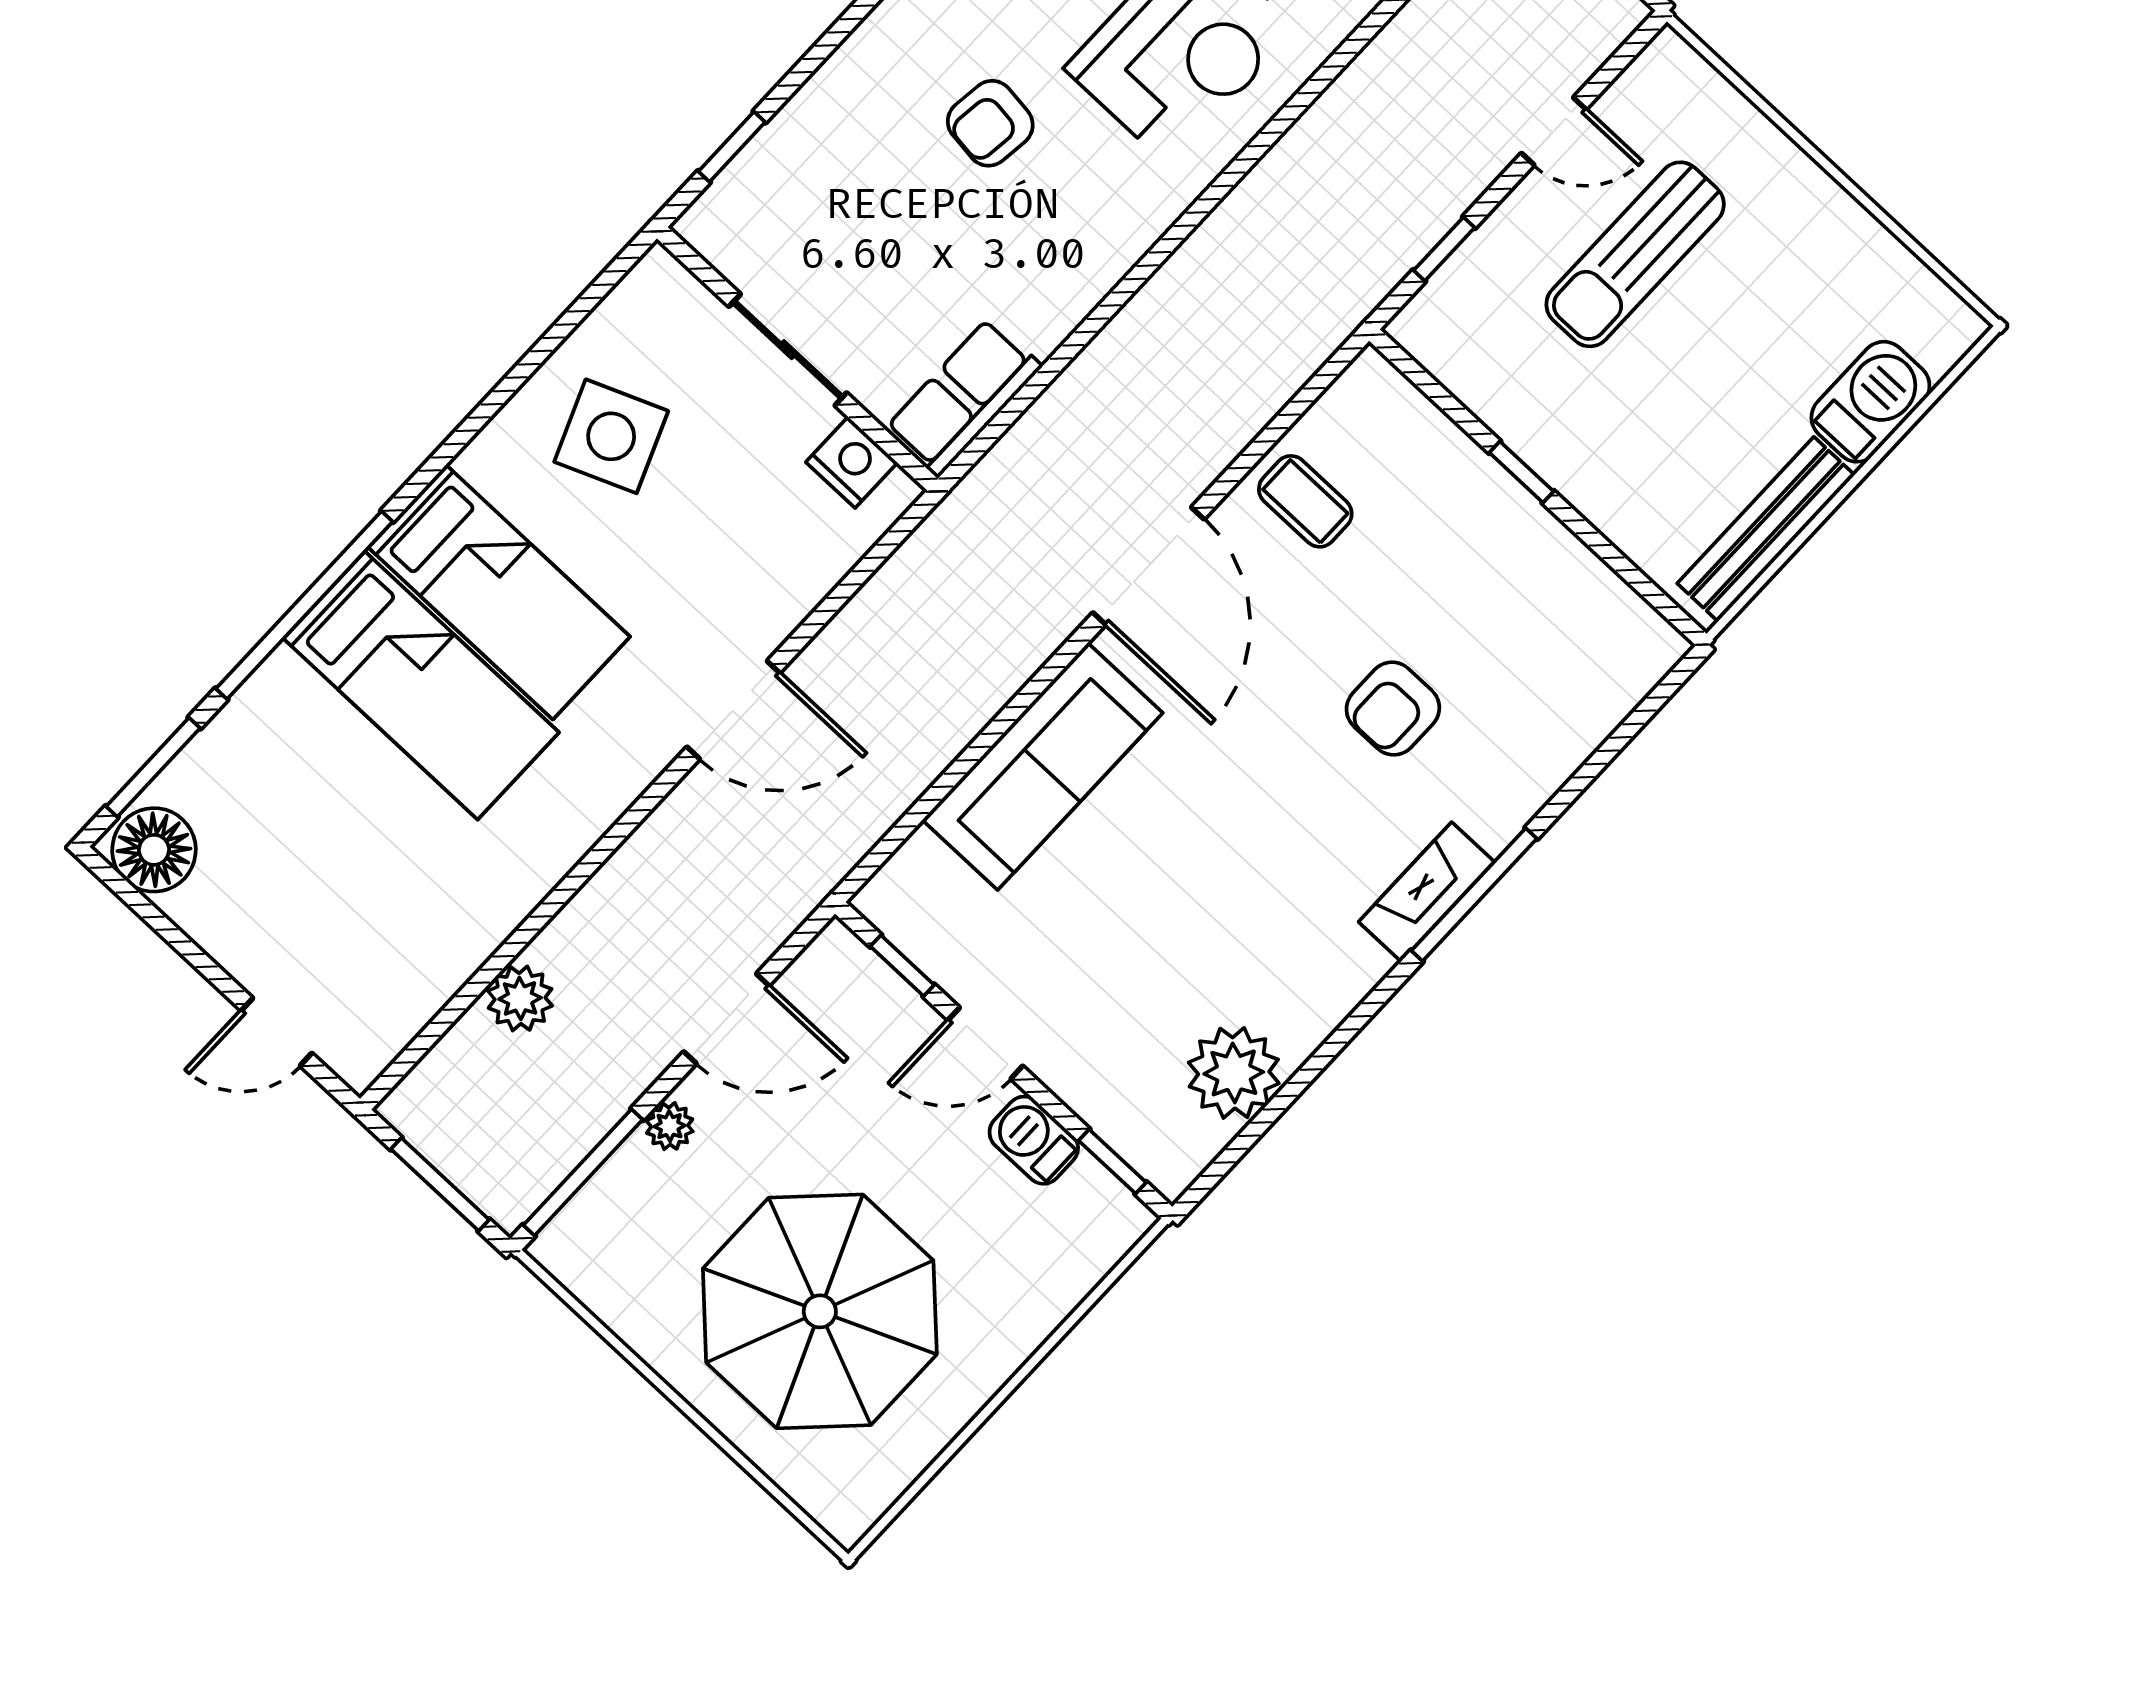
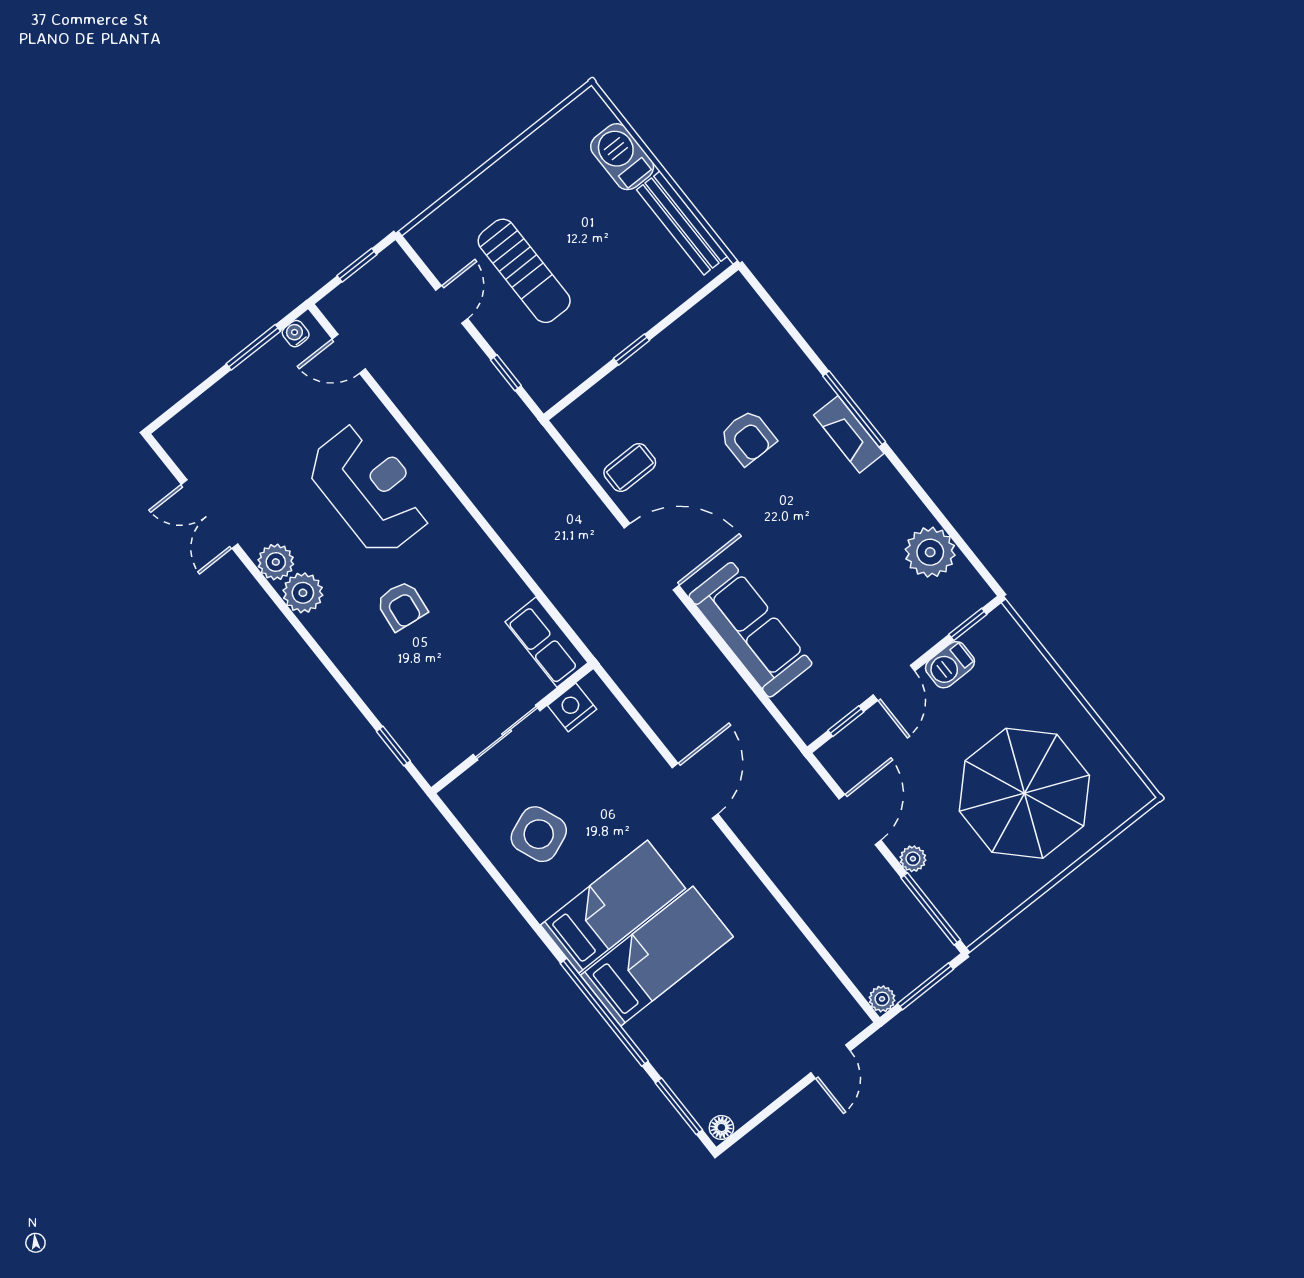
floor lamp: (154, 850) -> (721, 1127), width x0.53, depth x0.53
plant: (520, 998) -> (882, 999), moved, width x0.73, depth x0.73

